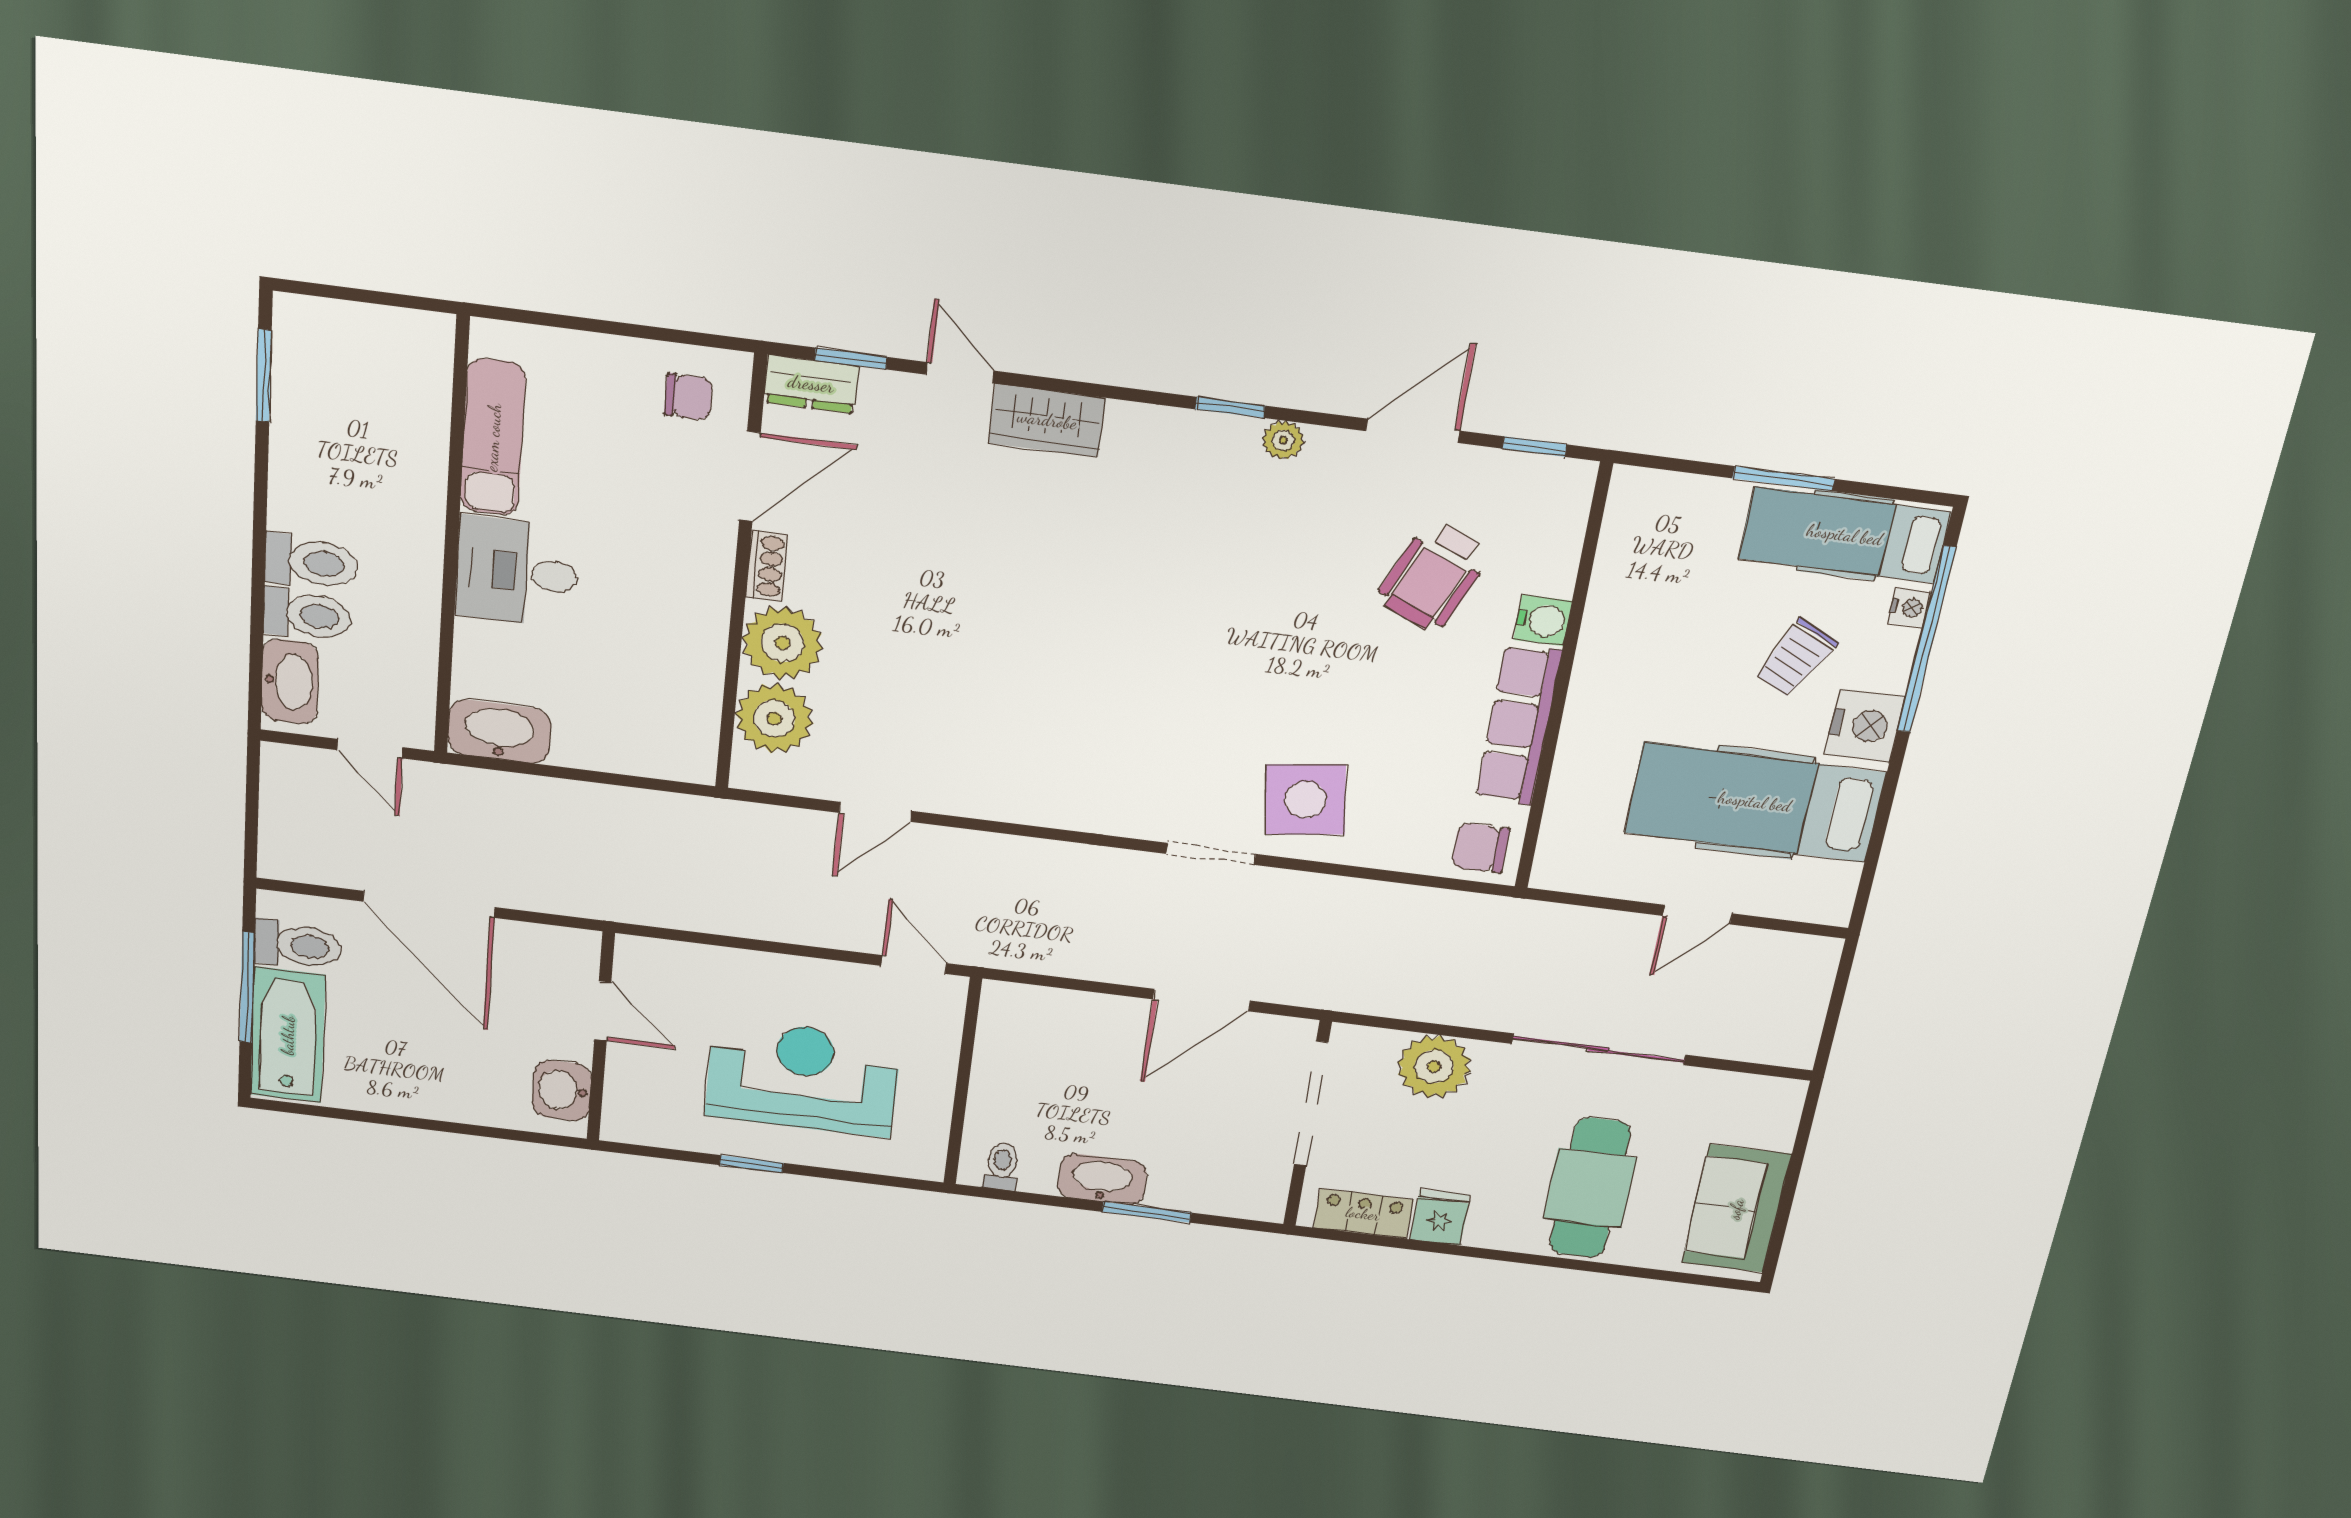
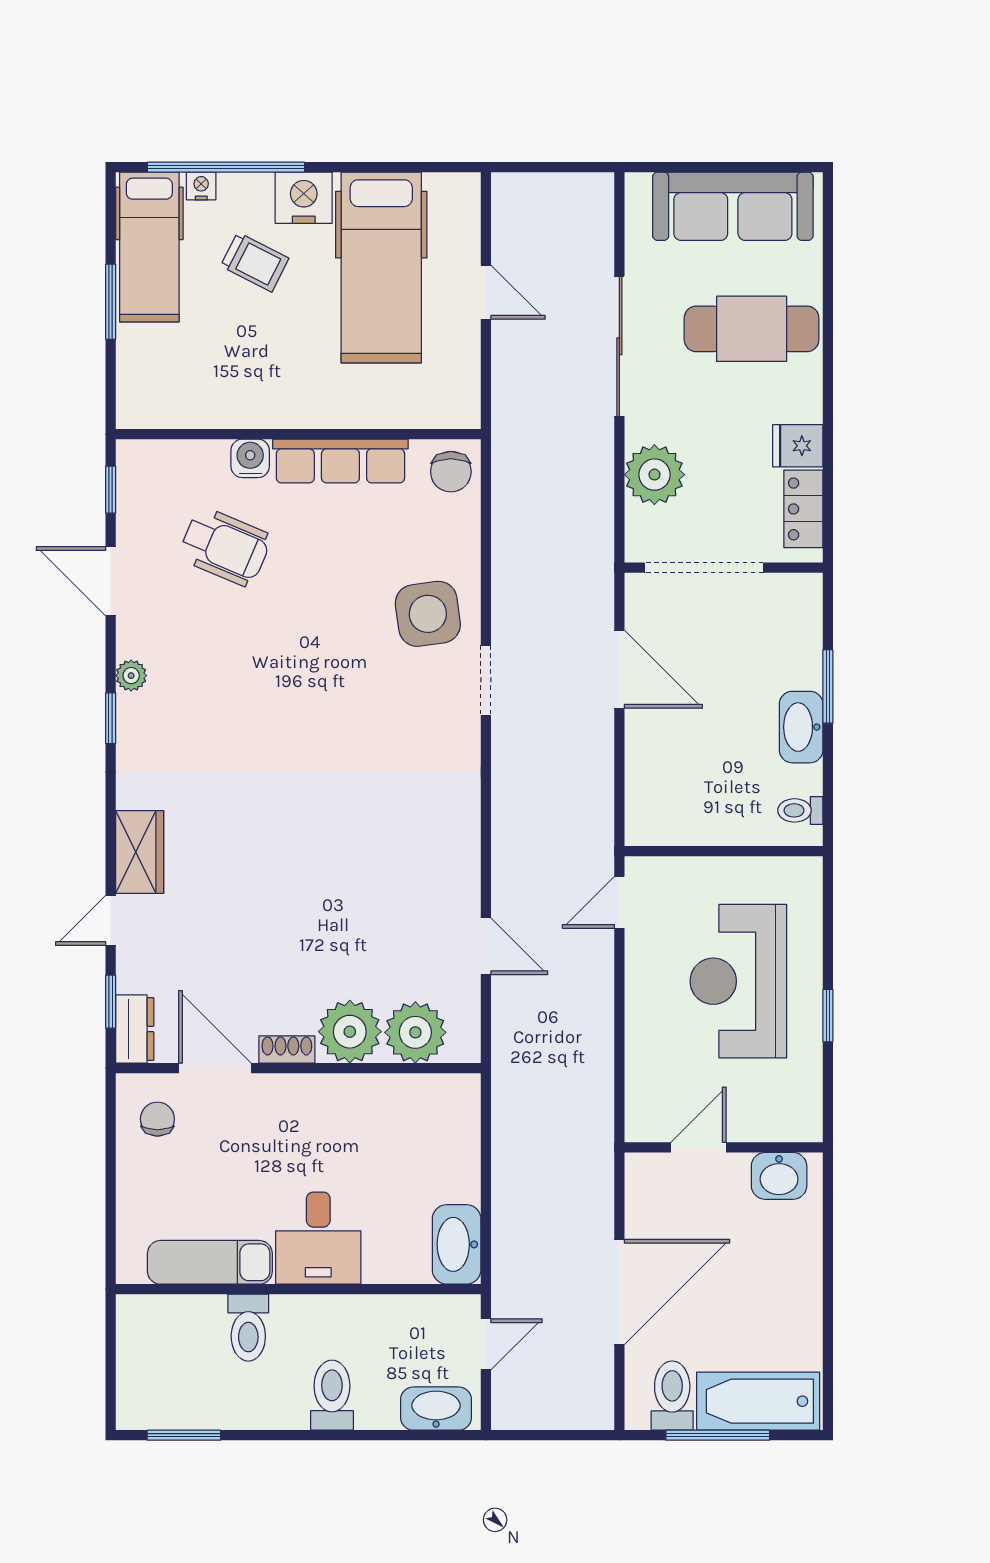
toilet: (307, 615) -> (248, 1328), moved, turned 180
sofa: (1736, 1209) -> (733, 206), width x1.36

